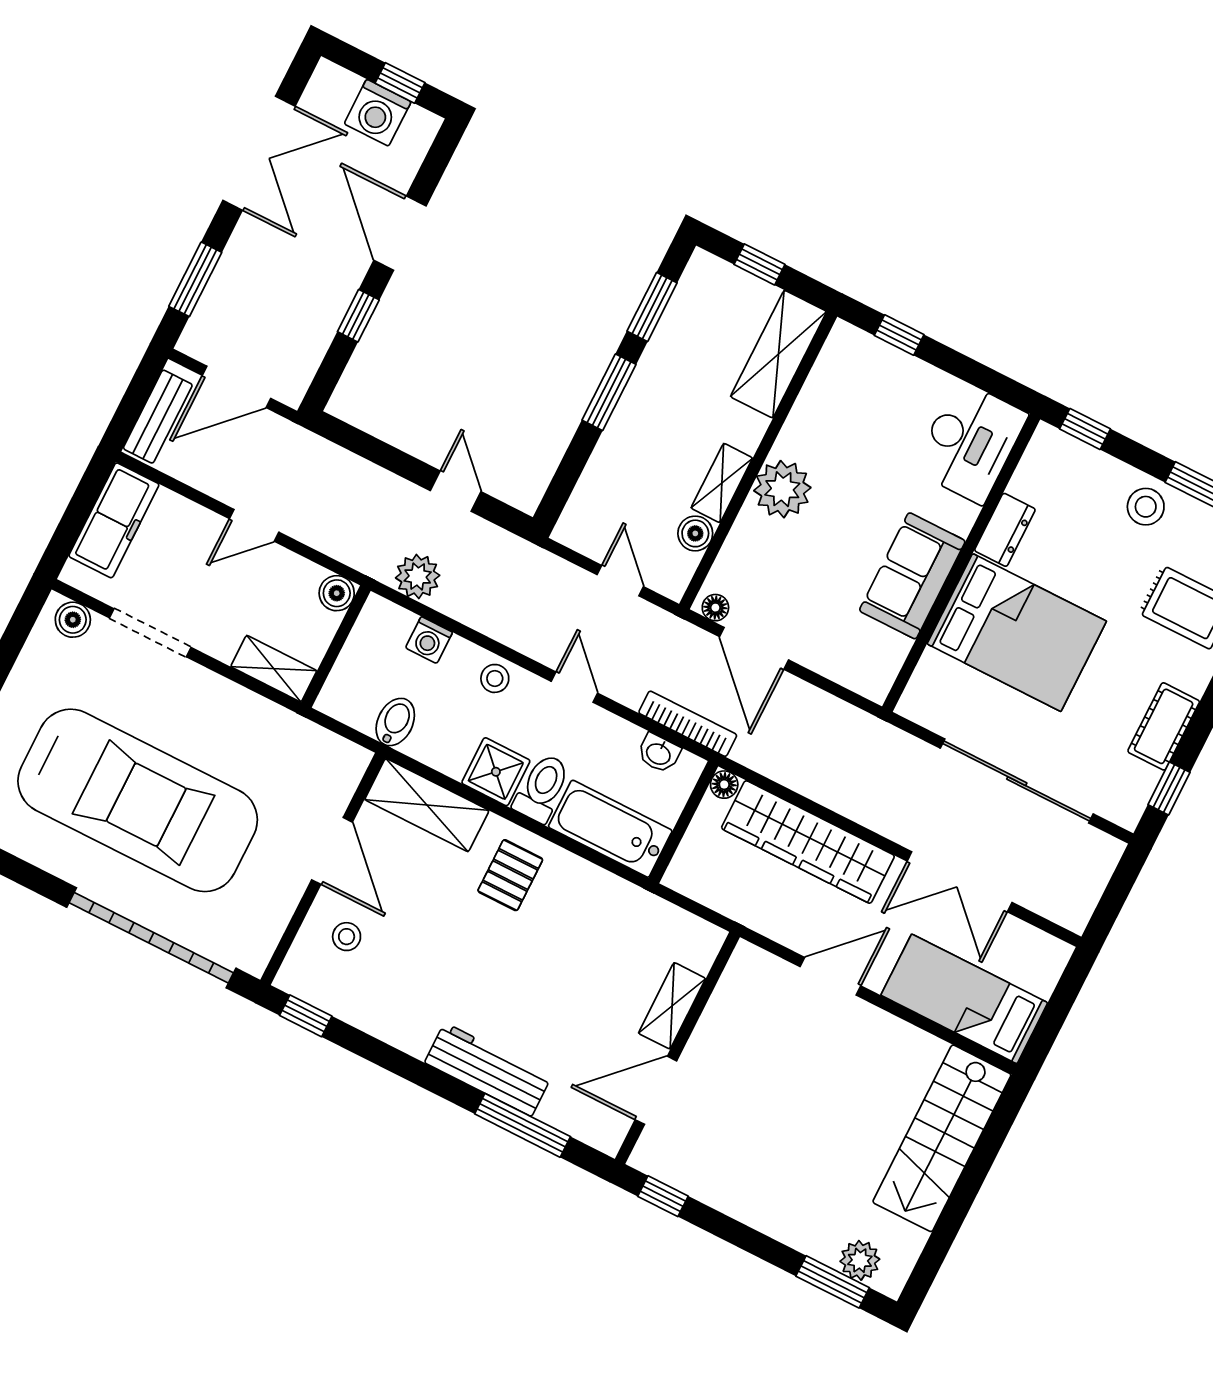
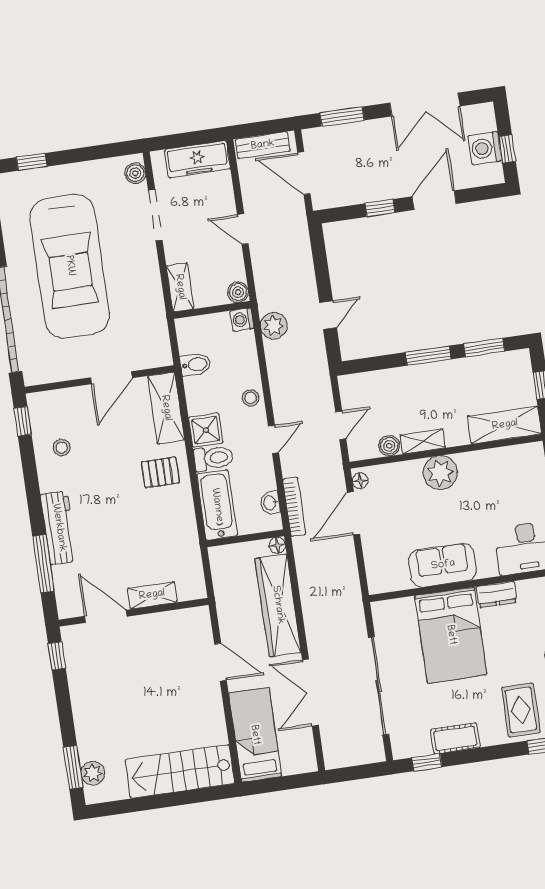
washing machine: (429, 640) -> (242, 320), moved
stool: (347, 937) -> (62, 448), moved

